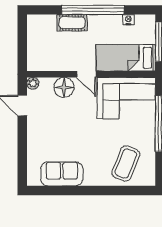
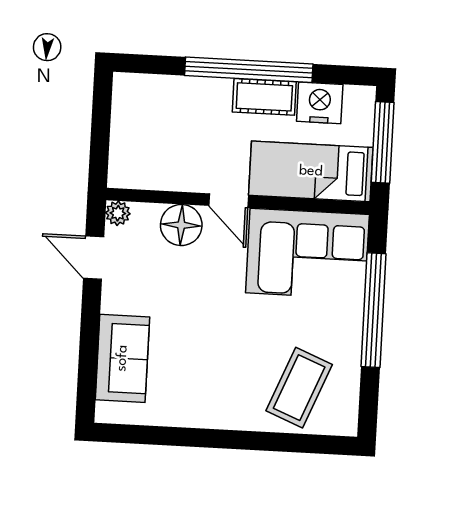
nightstand: (128, 20) -> (320, 103), width x1.89, depth x1.79
cot: (72, 23) -> (264, 97), moved
sofa: (62, 174) -> (122, 358), moved, turned 90

